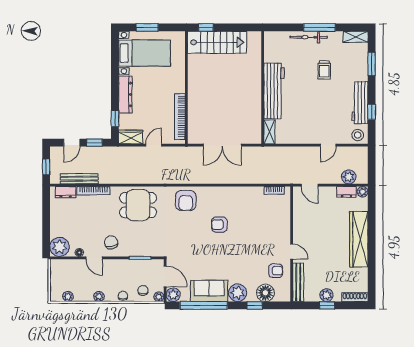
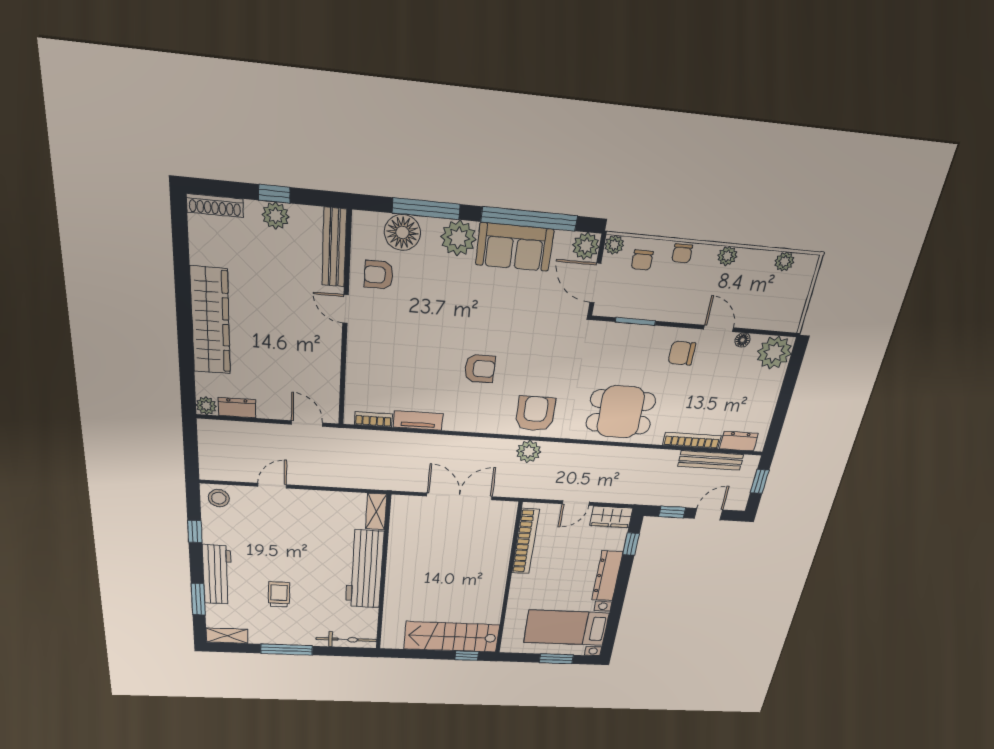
bicycle: (309, 37) -> (346, 640), moved
workbench: (360, 103) -> (217, 575), moved
plant: (349, 177) -> (529, 452), moved
tv unit: (250, 192) -> (418, 421), added
chair: (111, 242) -> (682, 353), turned 102
window: (255, 305) -> (426, 209), width x2.17

